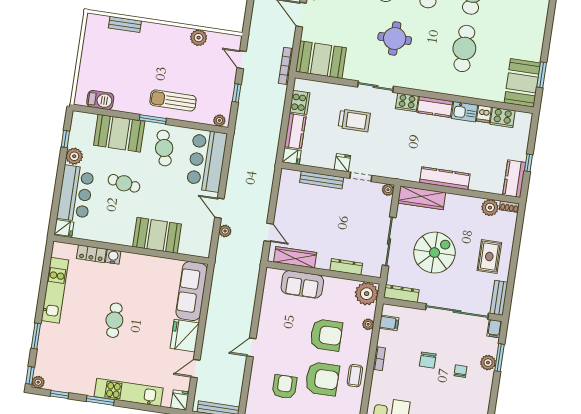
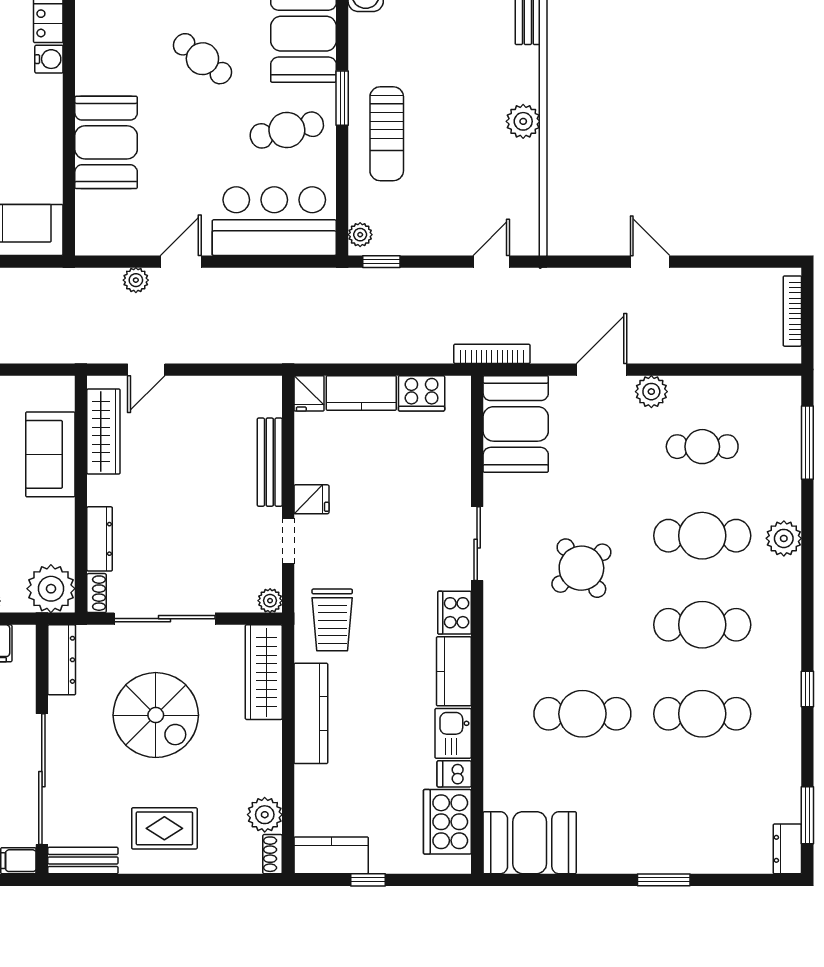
plant: (199, 38) -> (523, 121), moved
round table: (395, 38) -> (581, 568), turned -37
window: (542, 75) -> (664, 880), moved
window: (237, 93) -> (381, 262), moved
sun lounger: (173, 101) -> (387, 134), turned 180
cooker: (503, 117) -> (447, 822), width x1.37, depth x1.31
trolley: (354, 120) -> (332, 620), moved
cafe table: (124, 183) -> (202, 59), turned -62
shoe rack: (372, 272) -> (97, 593), added

